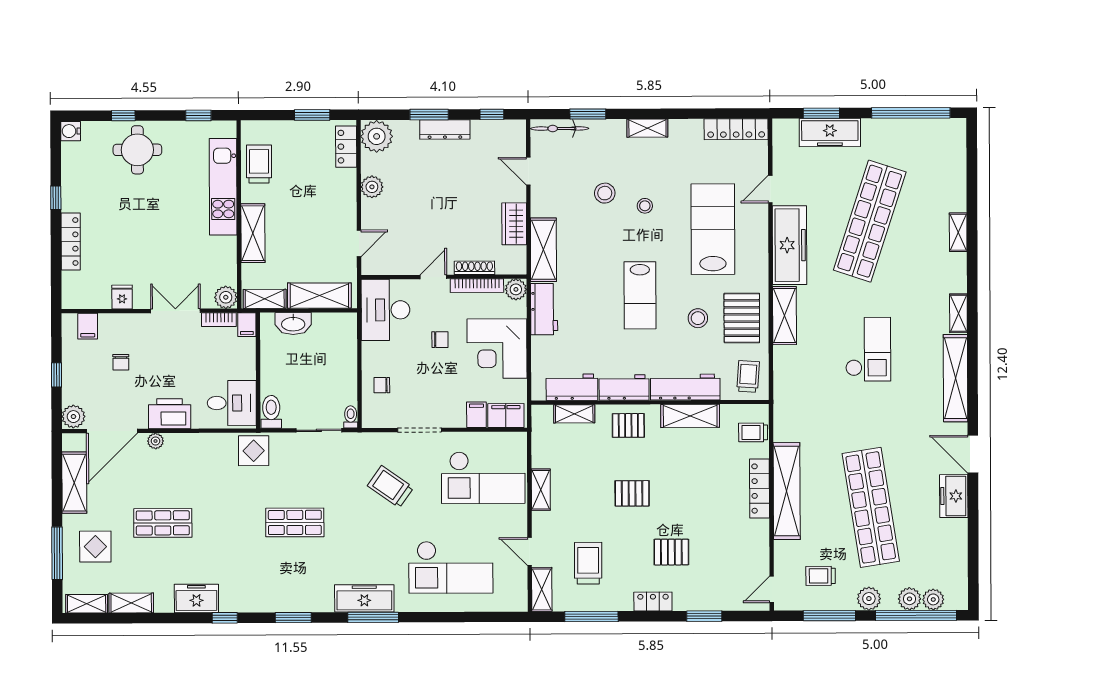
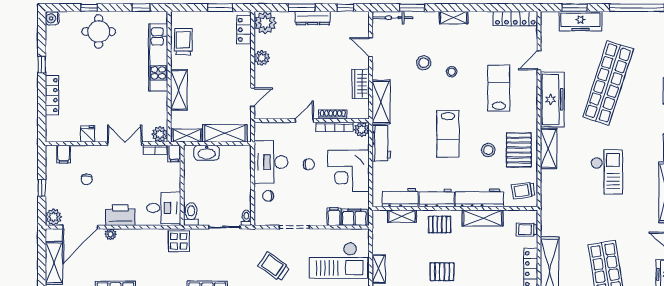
lab bench: (713, 229) -> (499, 88), width x0.73, depth x0.72
desk: (385, 310) -> (271, 162), moved
trolley: (748, 376) -> (523, 191), turned -102

